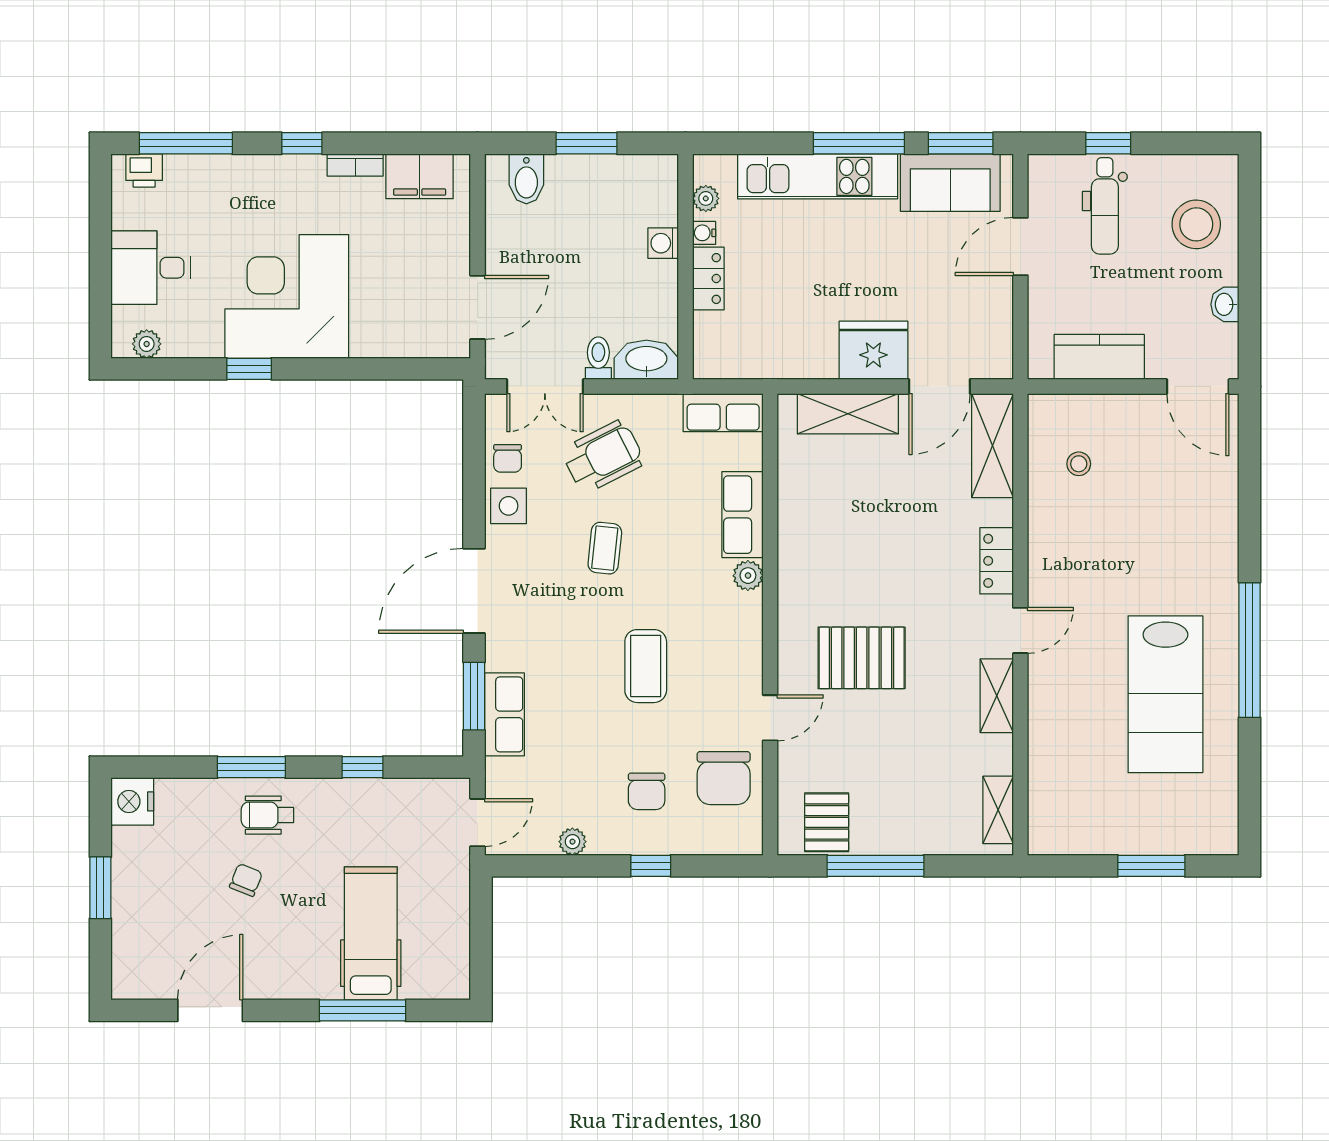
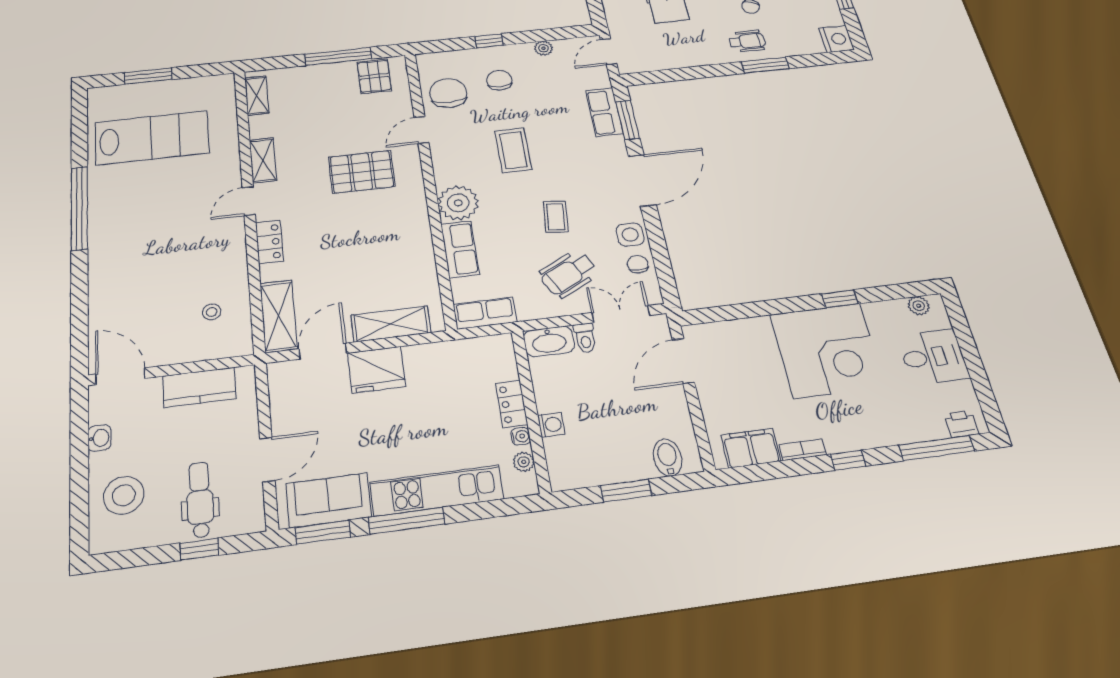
plant: (748, 576) -> (458, 203), width x1.88, depth x1.88
lab bench: (1165, 694) -> (152, 138), moved, turned 90
window: (362, 767) -> (692, 73), removed

